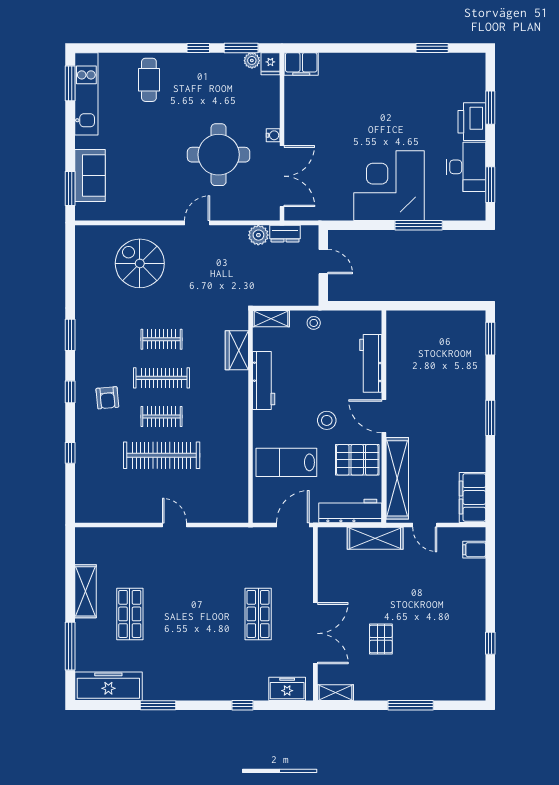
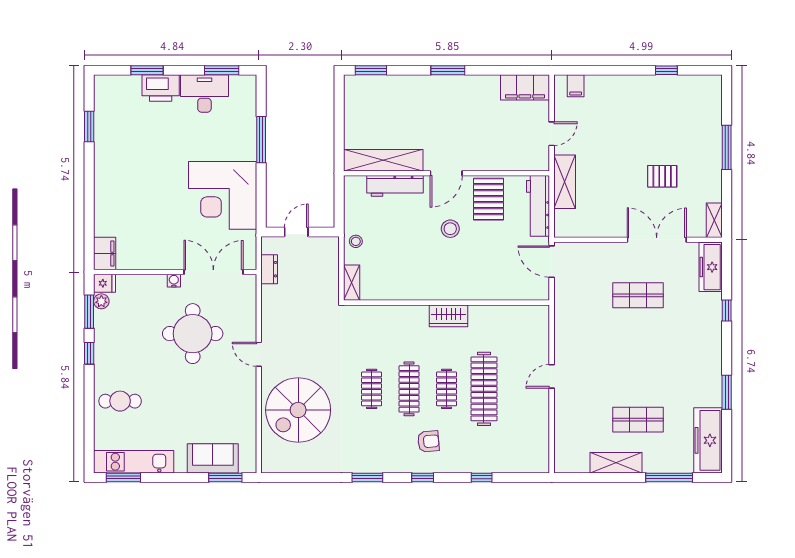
corner desk: (389, 186) -> (223, 195), moved
plant: (258, 235) -> (271, 295), removed
spiral stairs: (140, 263) -> (298, 410), width x1.37, depth x1.37
wardrobe: (237, 350) -> (449, 316), moved
workbench: (264, 380) -> (411, 290), removed
lab bench: (286, 462) -> (491, 268), removed
shelving: (397, 478) -> (383, 160), moved
freezer: (287, 689) -> (711, 267), width x1.40

